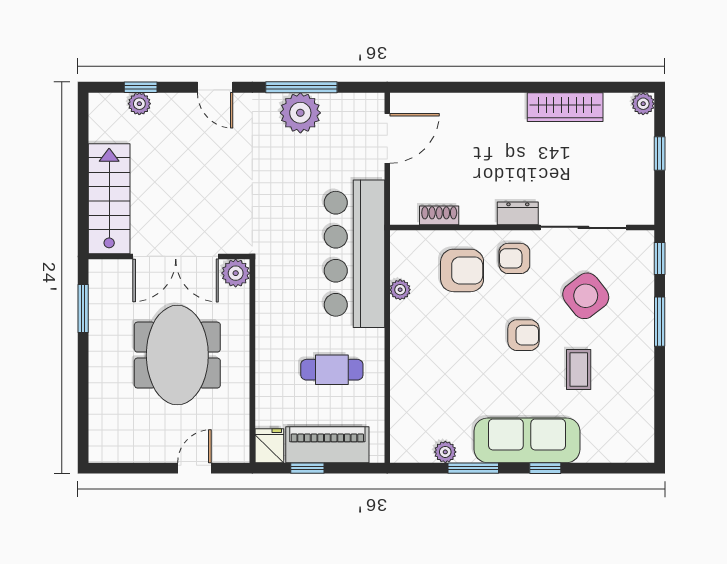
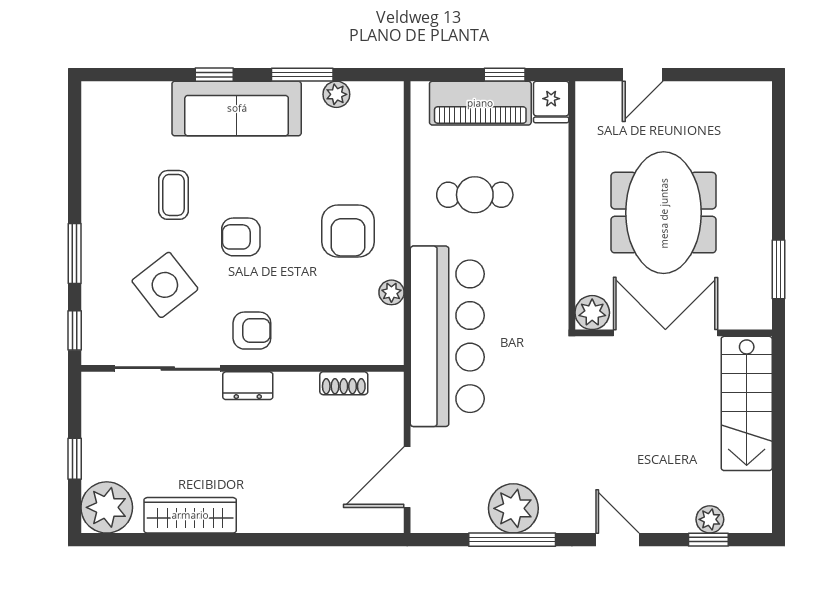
plant: (643, 104) -> (107, 507), width x1.87, depth x1.87
armchair: (462, 270) -> (348, 231), moved, turned -90

